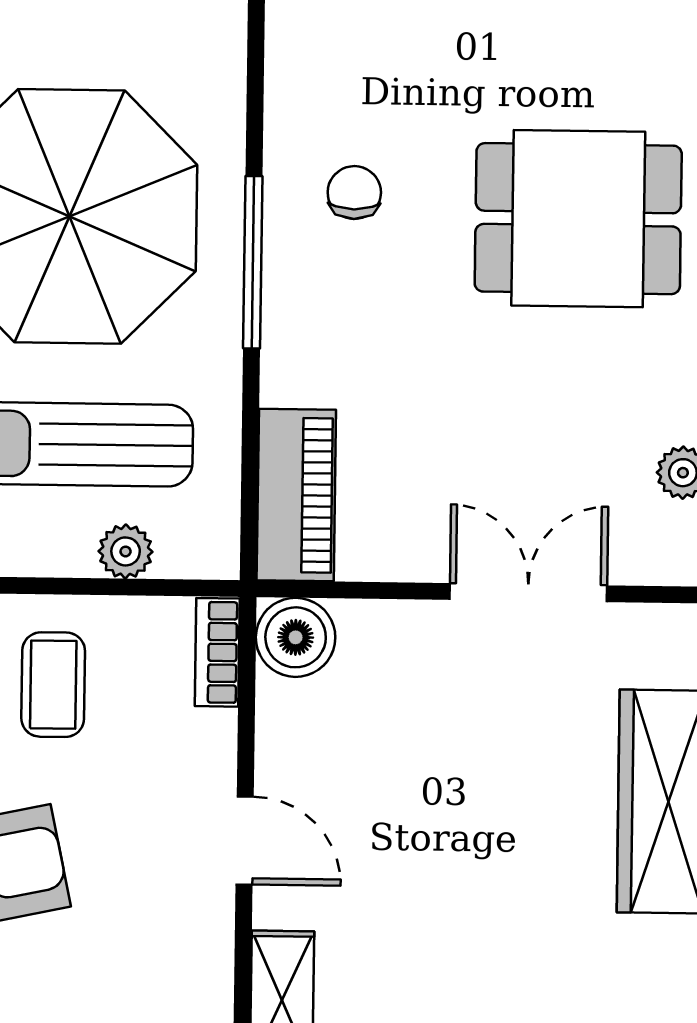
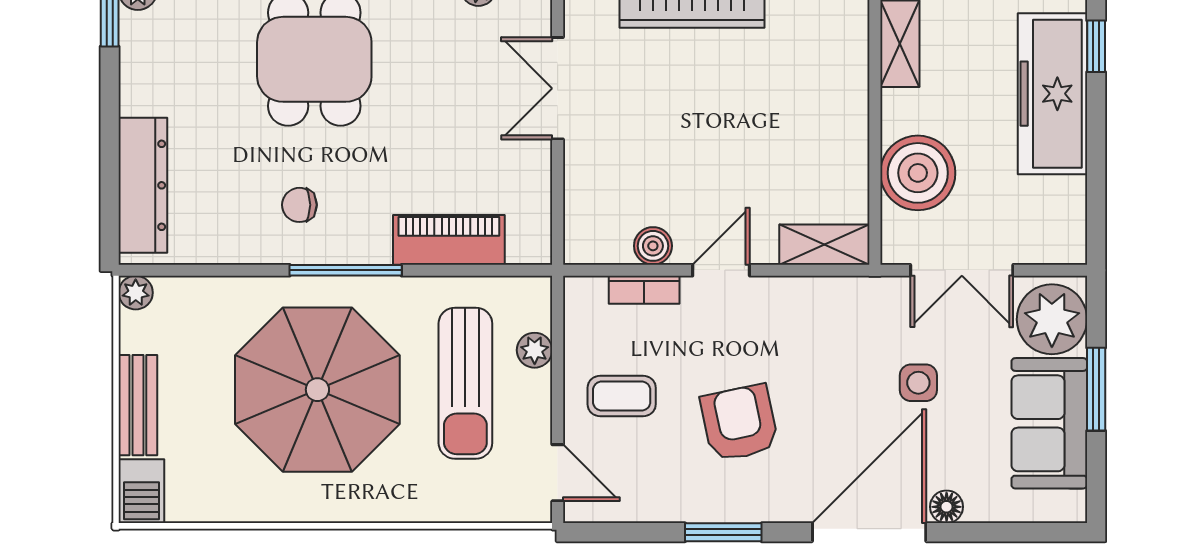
piano: (296, 495) -> (449, 240), moved
boiler: (296, 637) -> (653, 246), moved, width x0.73, depth x0.73
bookcase: (217, 652) -> (644, 290), moved

